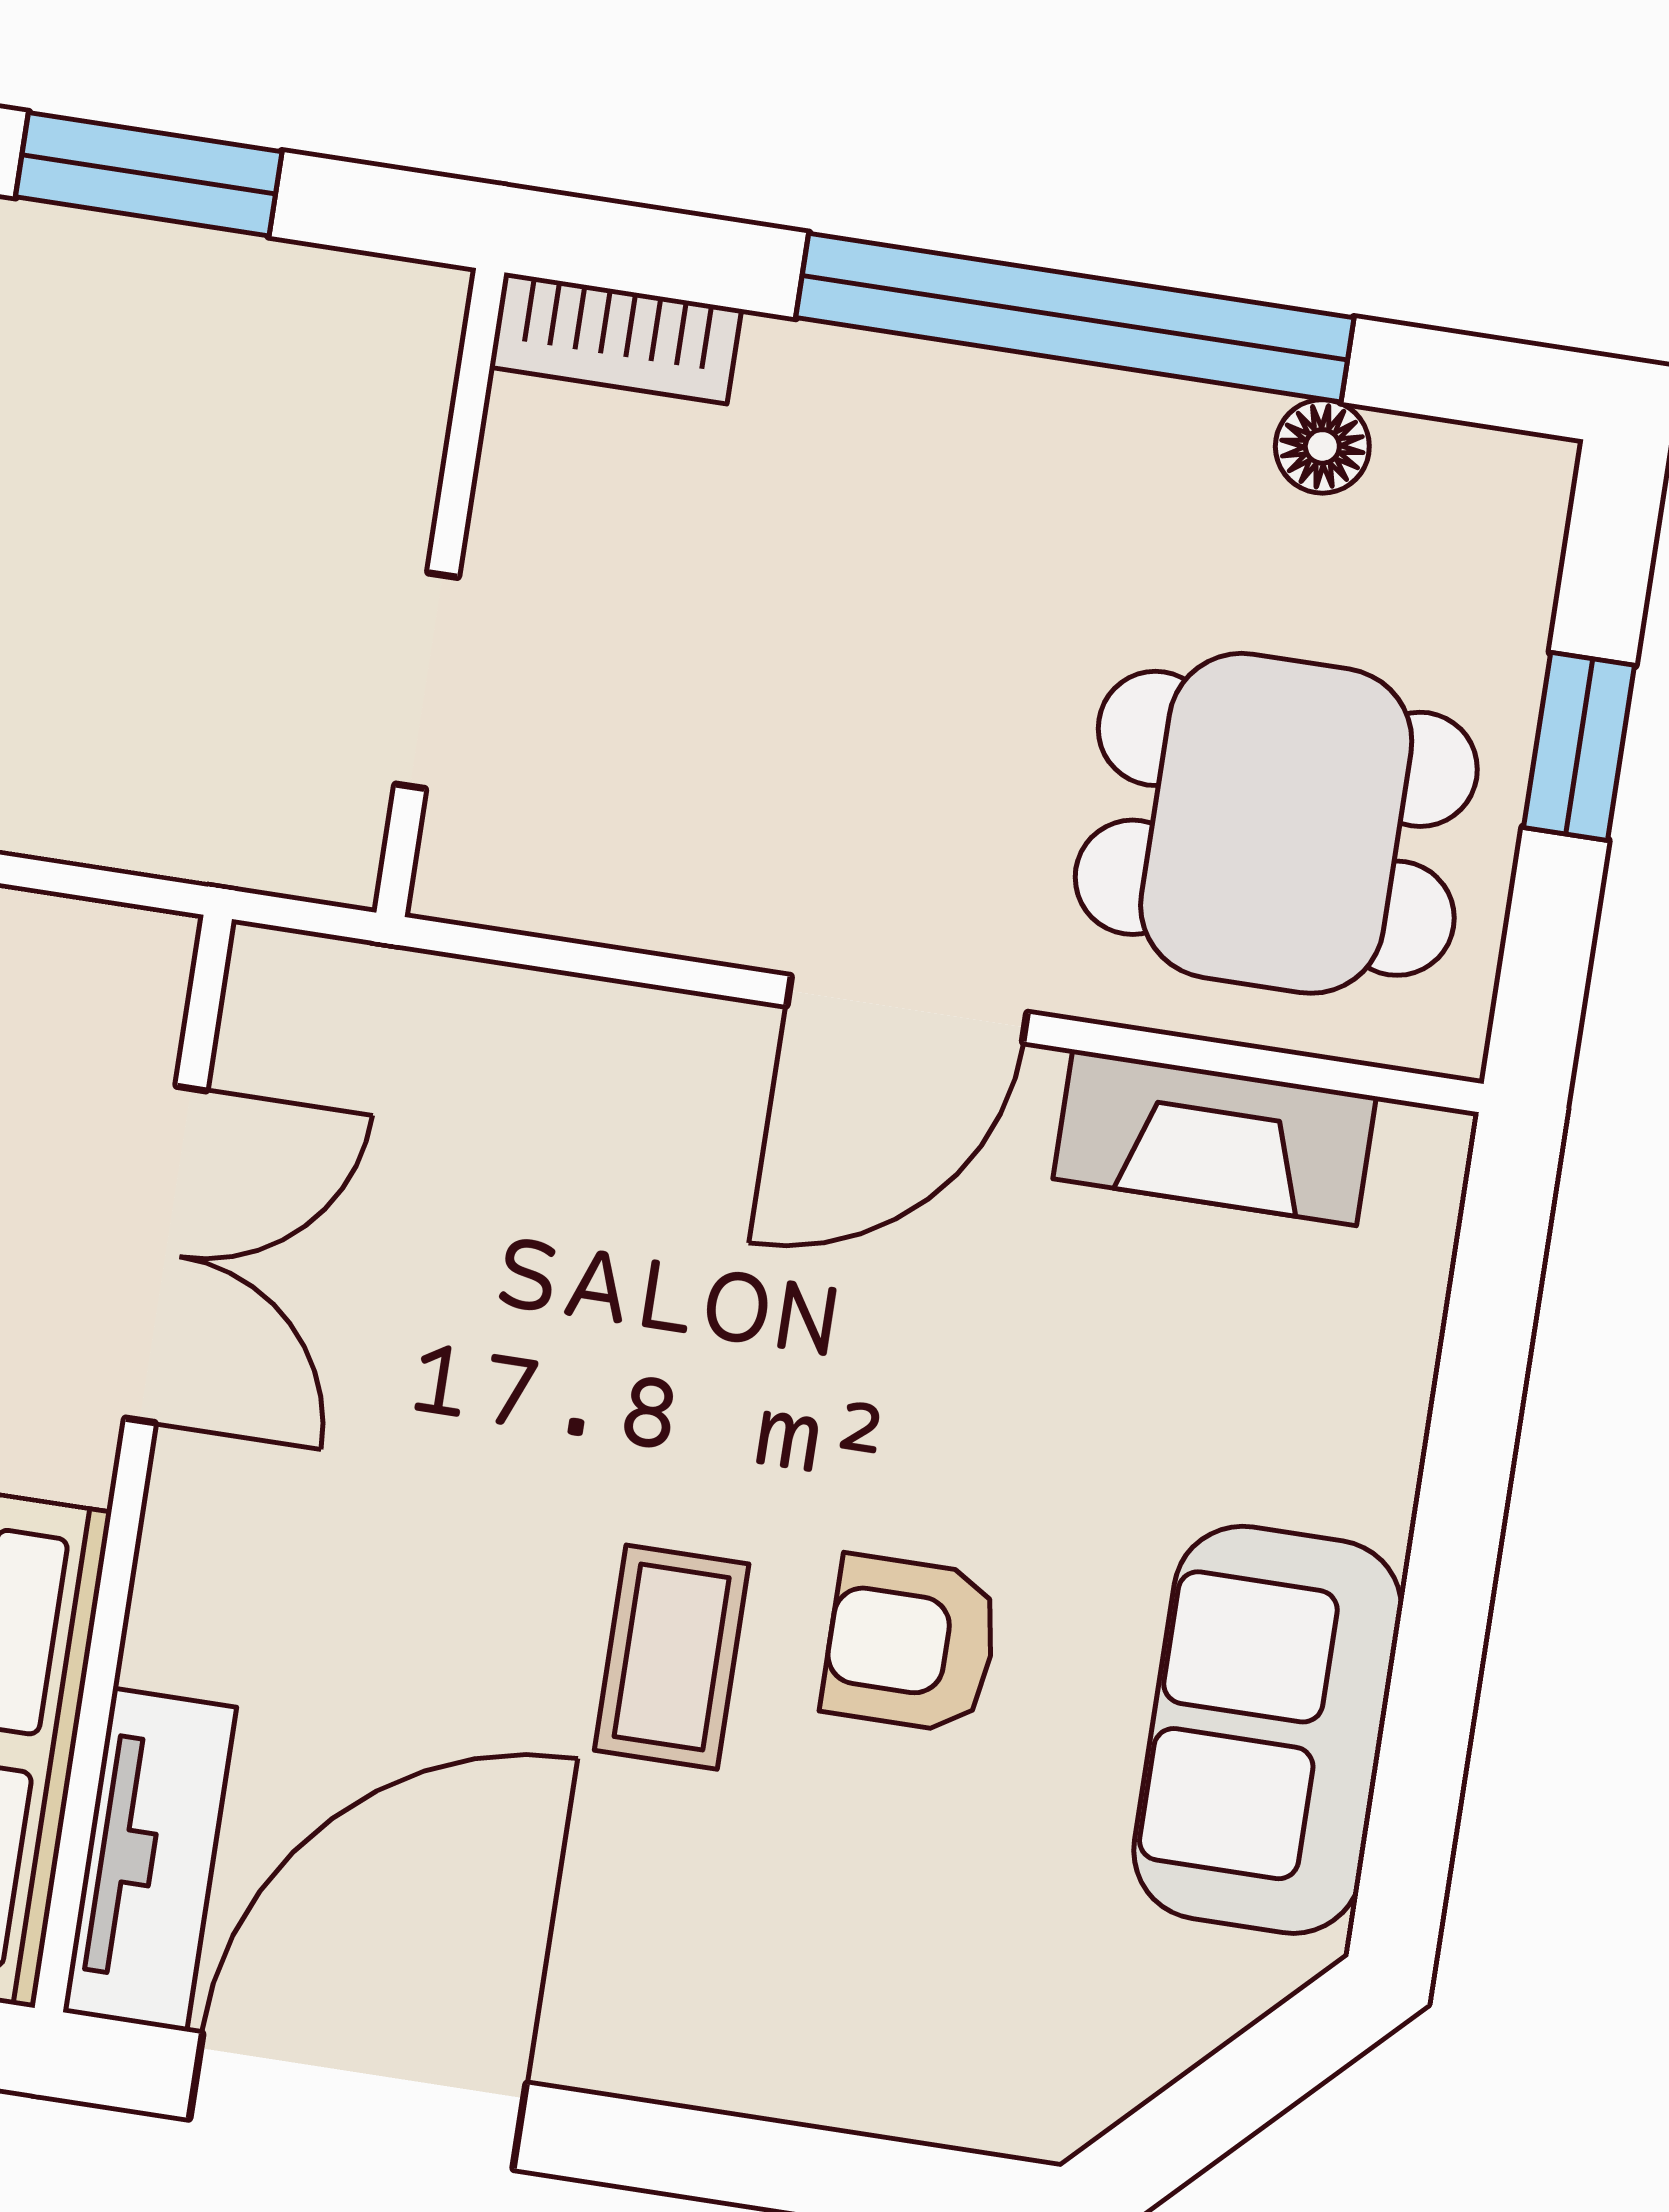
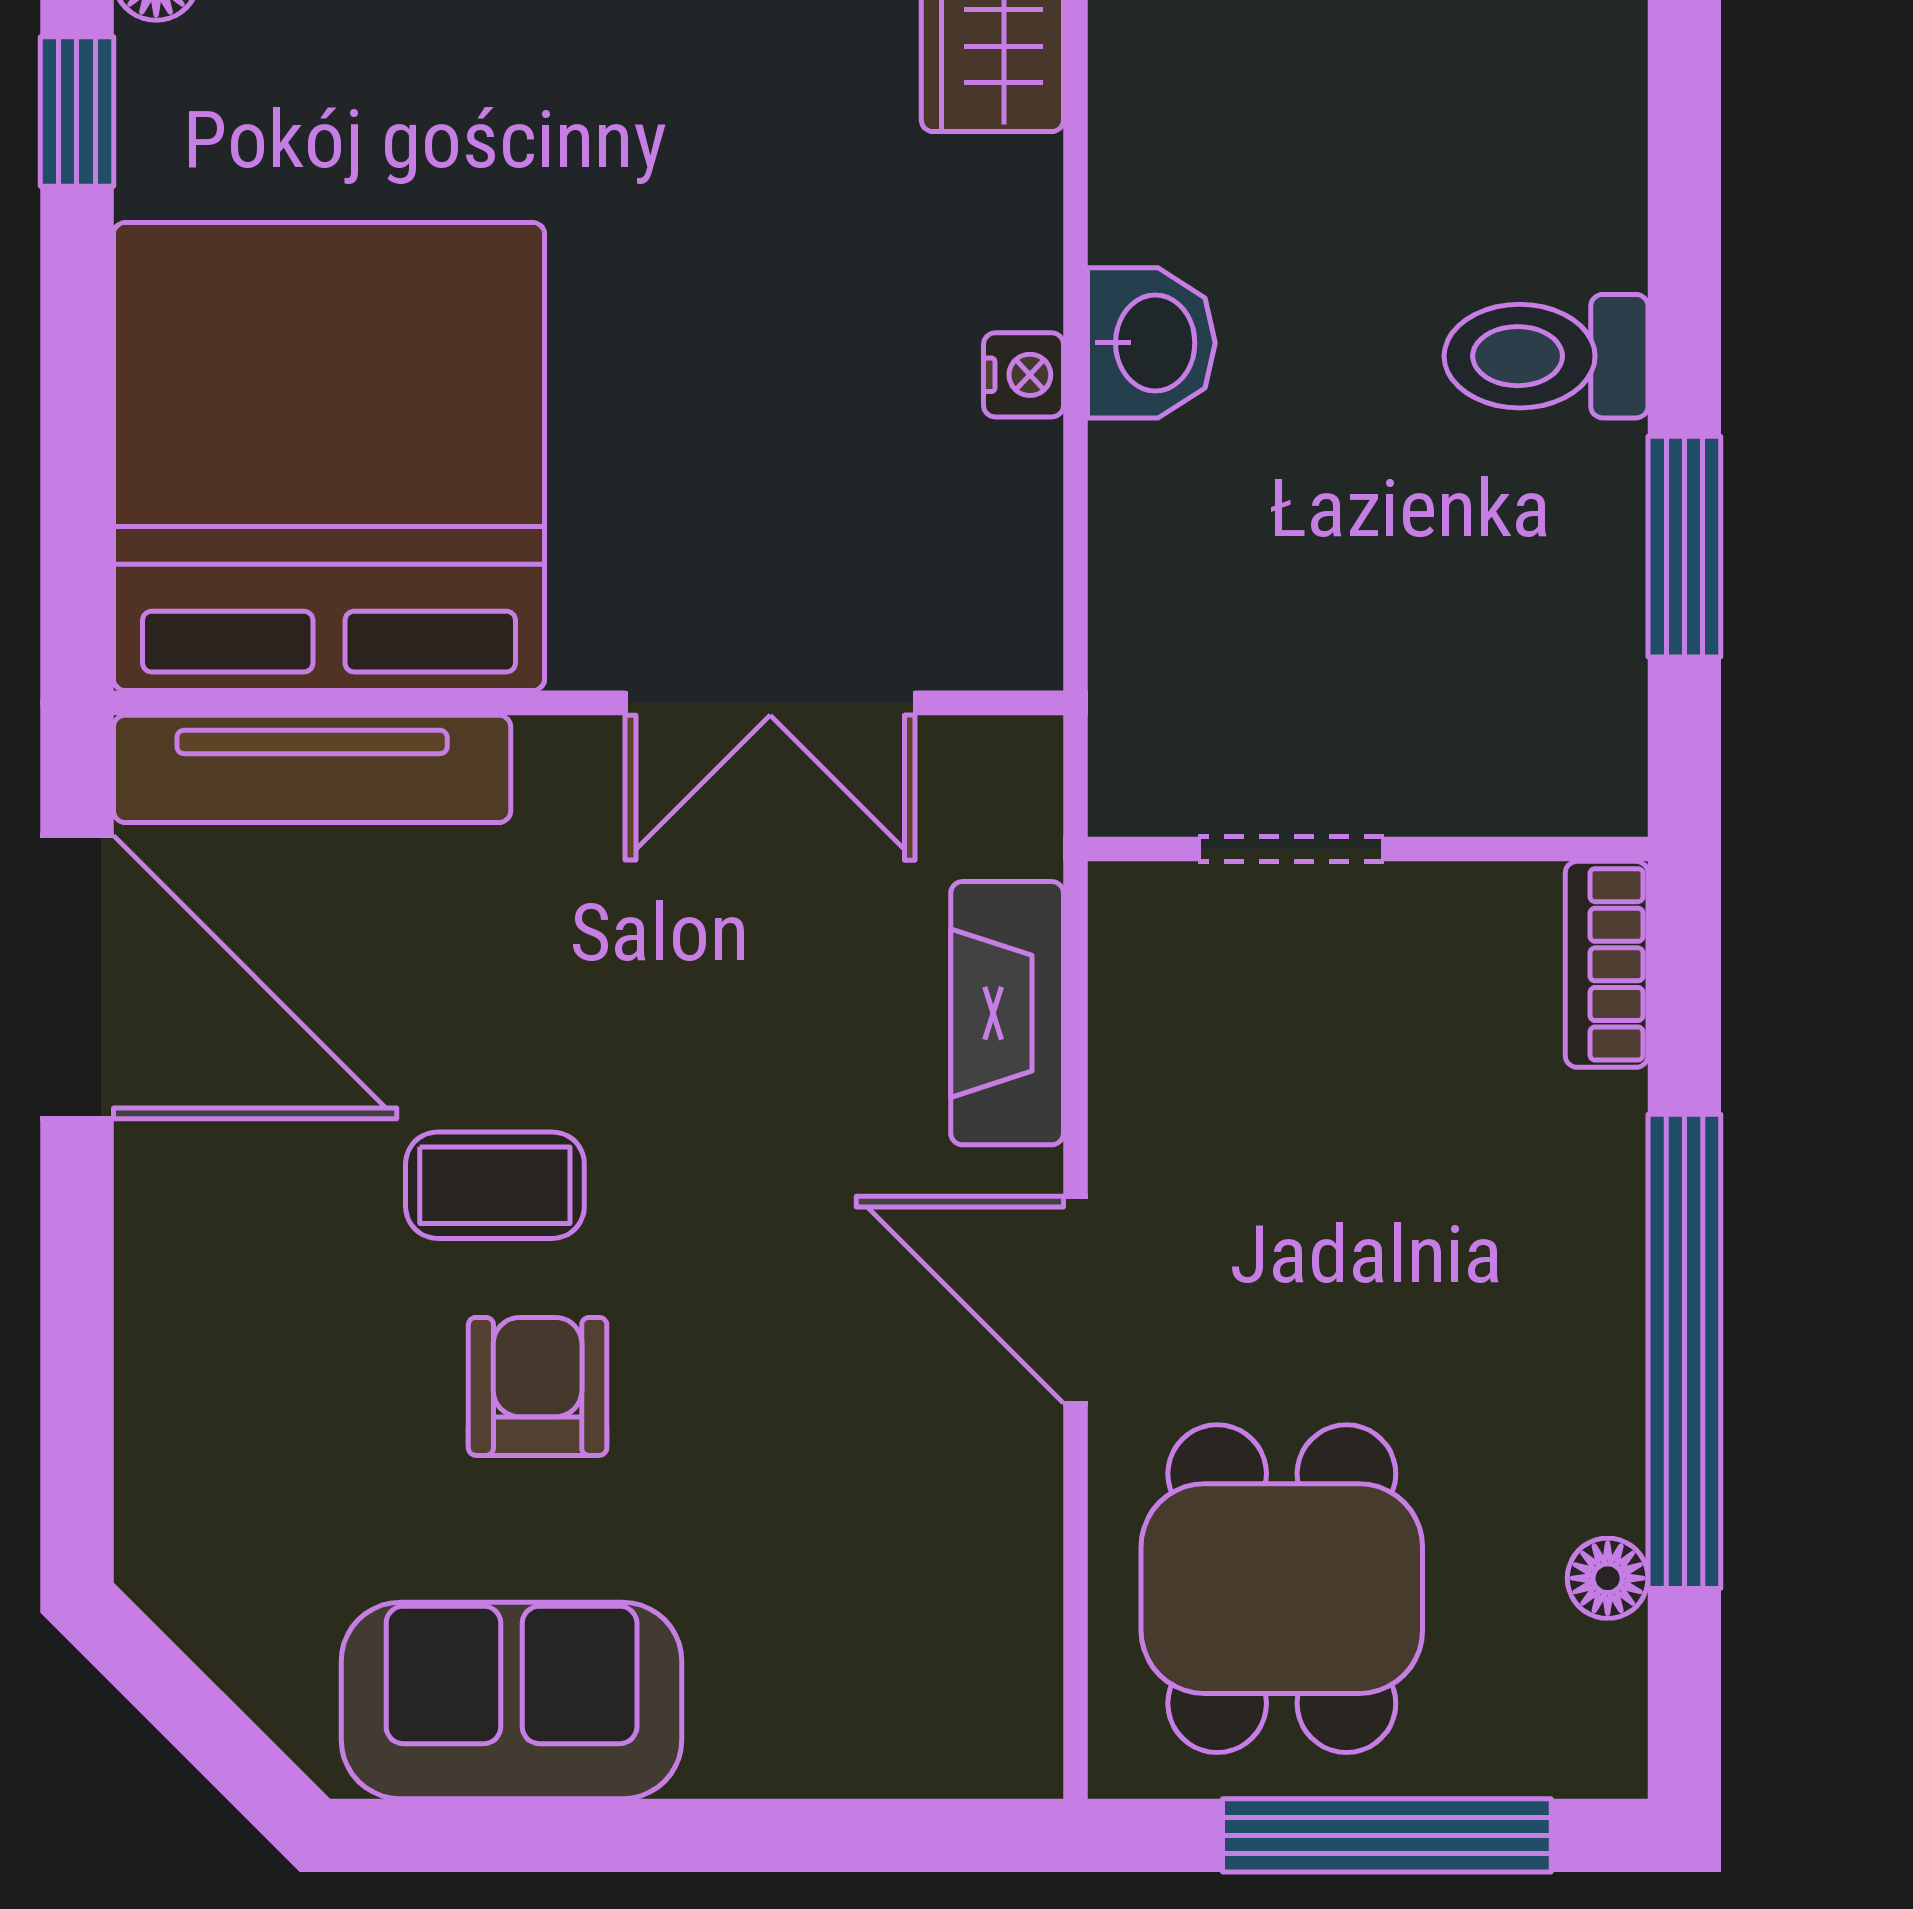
window: (1579, 746) -> (1387, 1835), width x2.17
fireplace: (1215, 1138) -> (1007, 1013), moved
tv unit: (150, 1860) -> (312, 769), width x1.41

